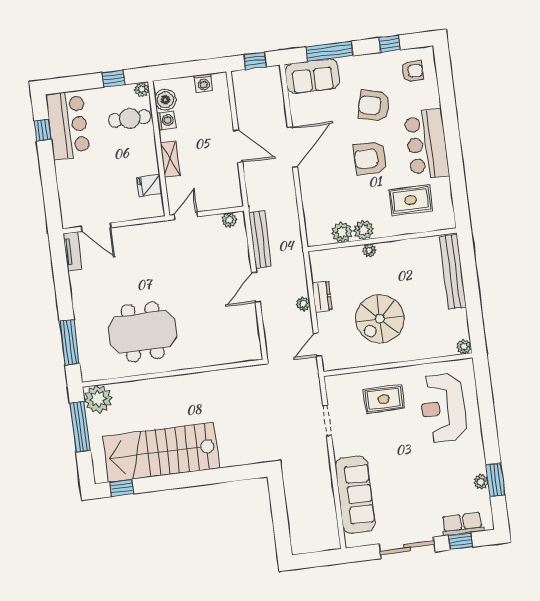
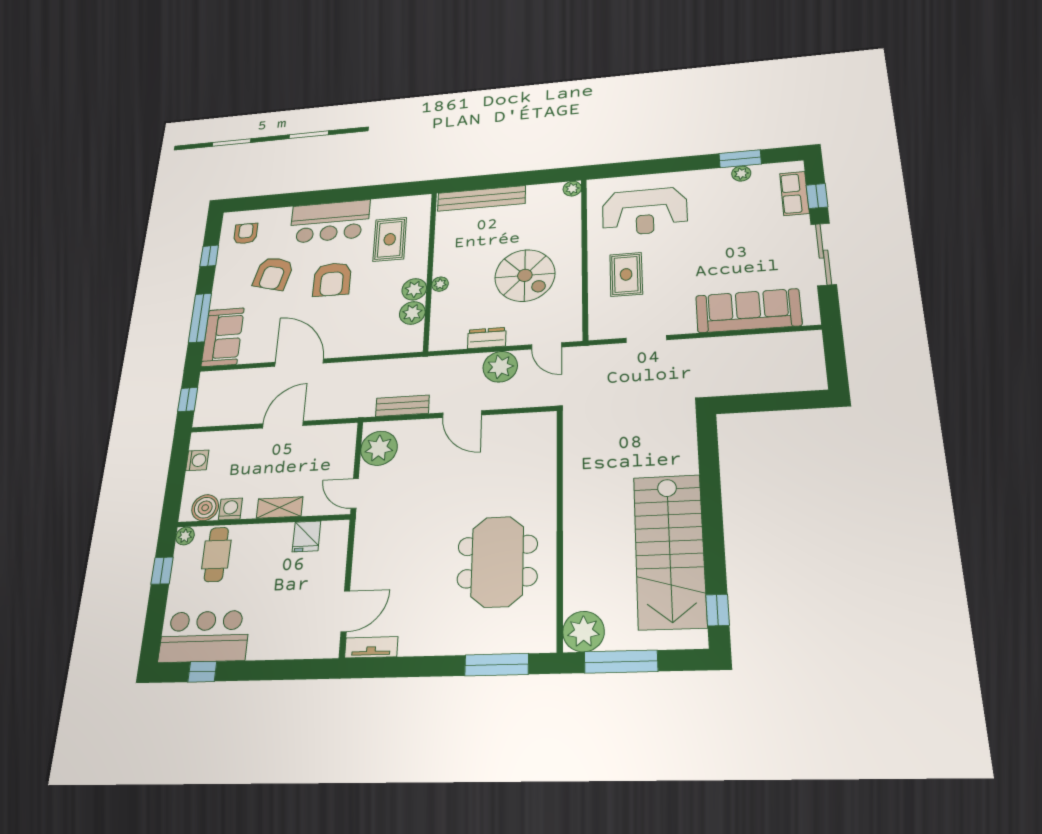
plant: (229, 220) -> (379, 448), width x1.87, depth x1.87
bench: (260, 239) -> (402, 406), width x0.73
plant: (303, 304) -> (500, 367), width x1.88, depth x1.88

